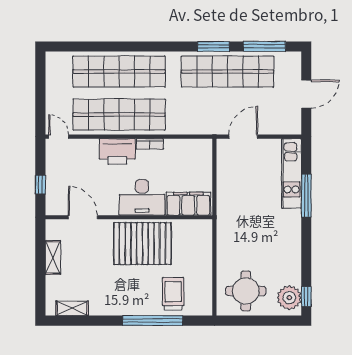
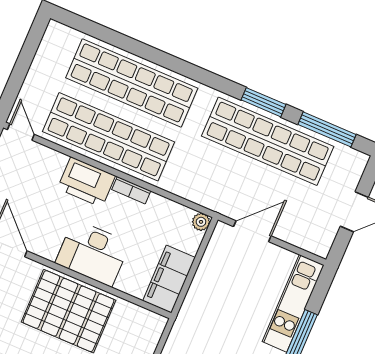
plant: (206, 145) -> (201, 222), added
filing cabinet: (188, 204) -> (169, 279), moved, turned -90

